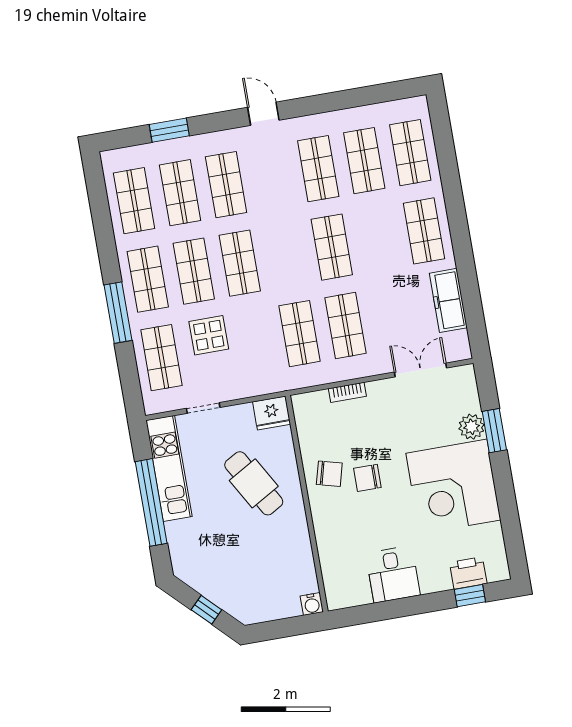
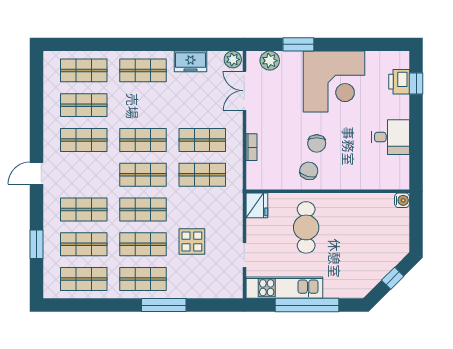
freezer: (448, 300) -> (191, 61), width x0.71
plant: (459, 347) -> (233, 59), added
shop shelf: (161, 358) -> (143, 175), moved
plant: (471, 427) -> (270, 61), moved
cafe table: (254, 483) -> (306, 227), turned -60

